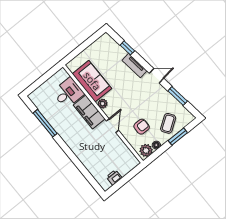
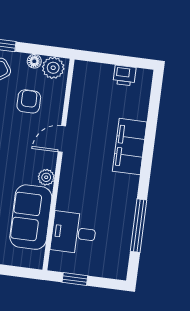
window: (48, 75) -> (75, 279), added
filing cabinet: (89, 112) -> (130, 147), moved, turned 180
armchair: (142, 127) -> (29, 101), turned 90

